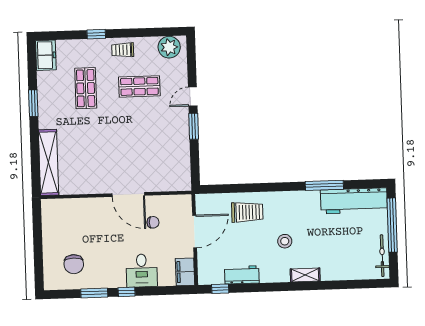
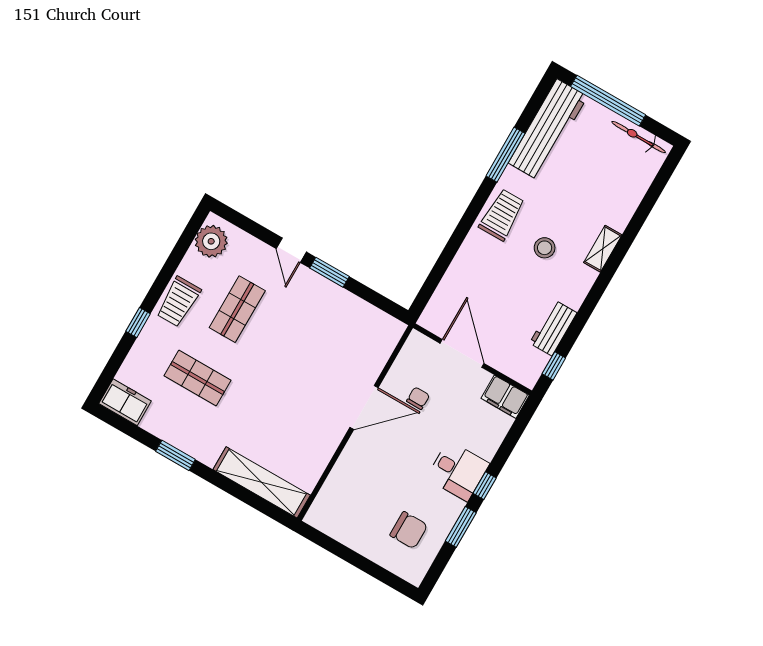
trolley: (123, 50) -> (178, 302), width x1.36, depth x1.39
trolley: (247, 212) -> (502, 215), moved
desk: (142, 271) -> (458, 471), moved

